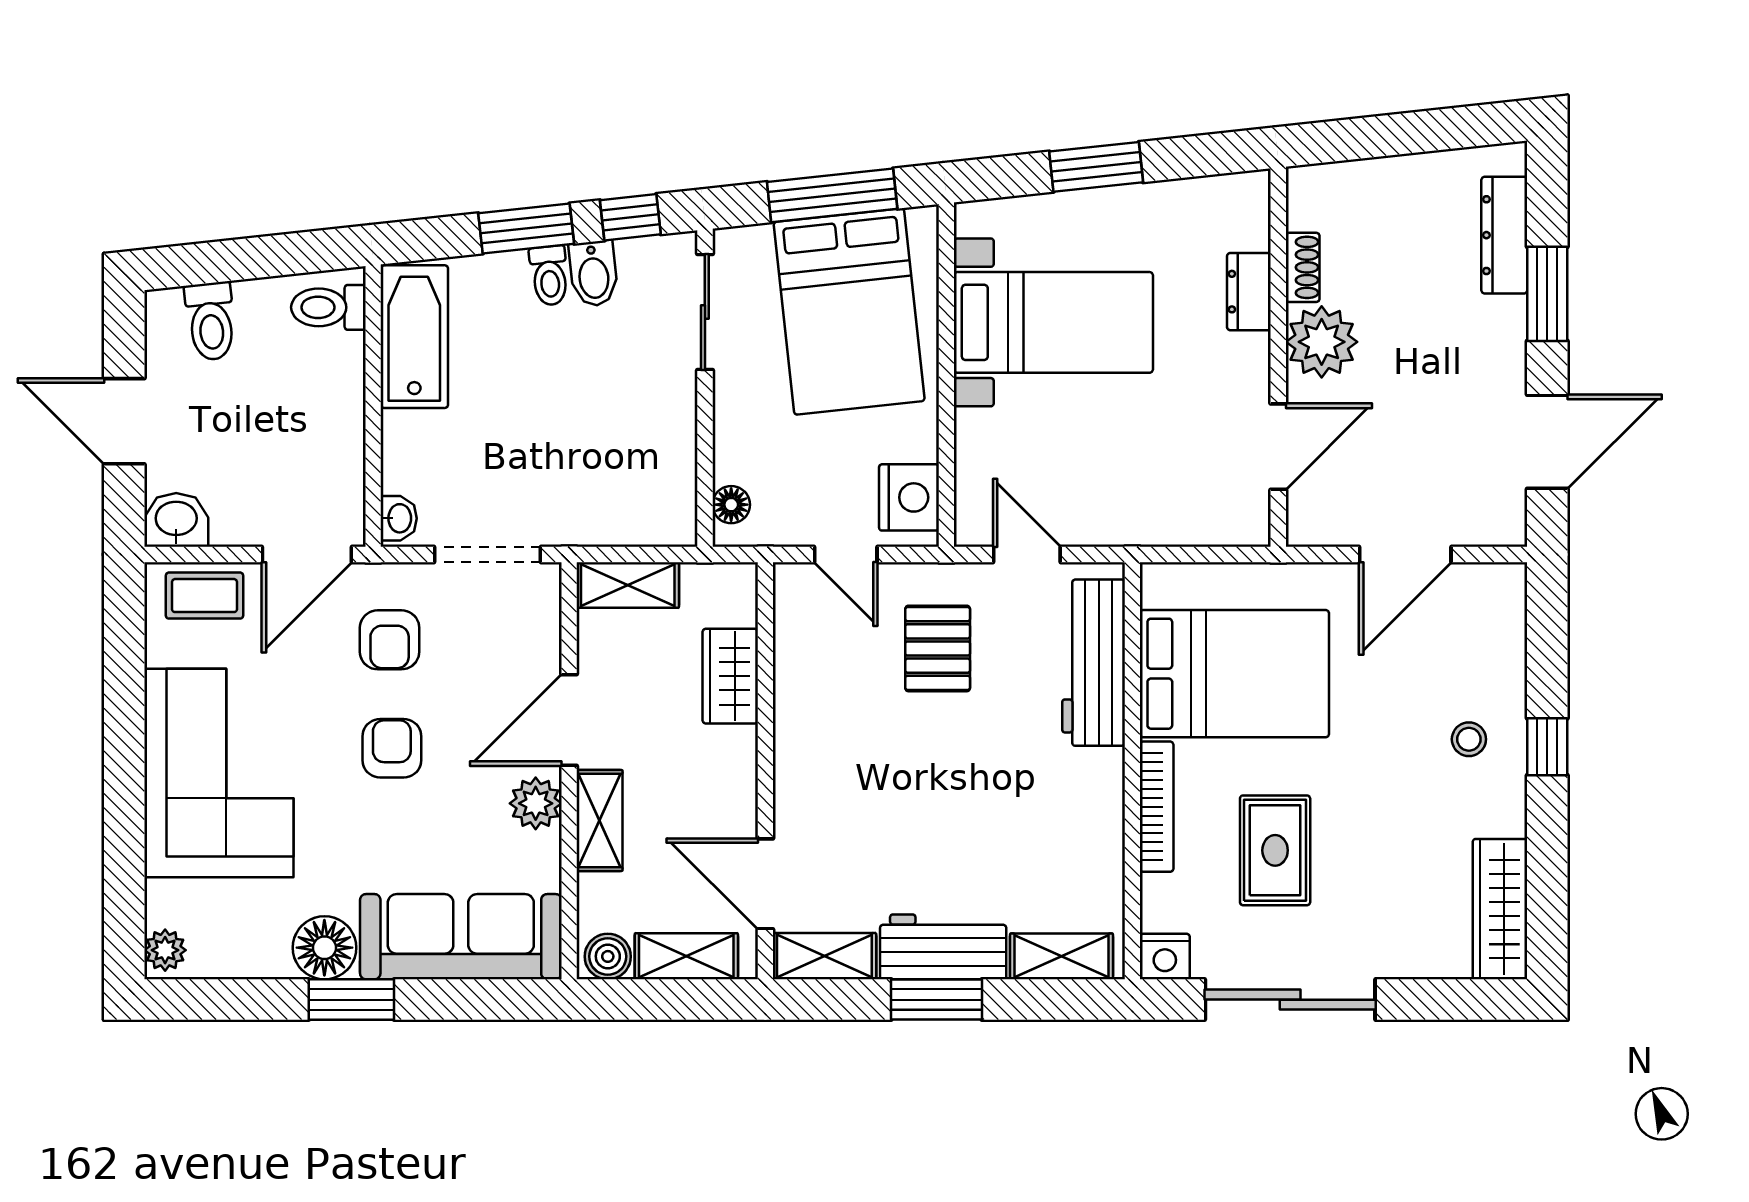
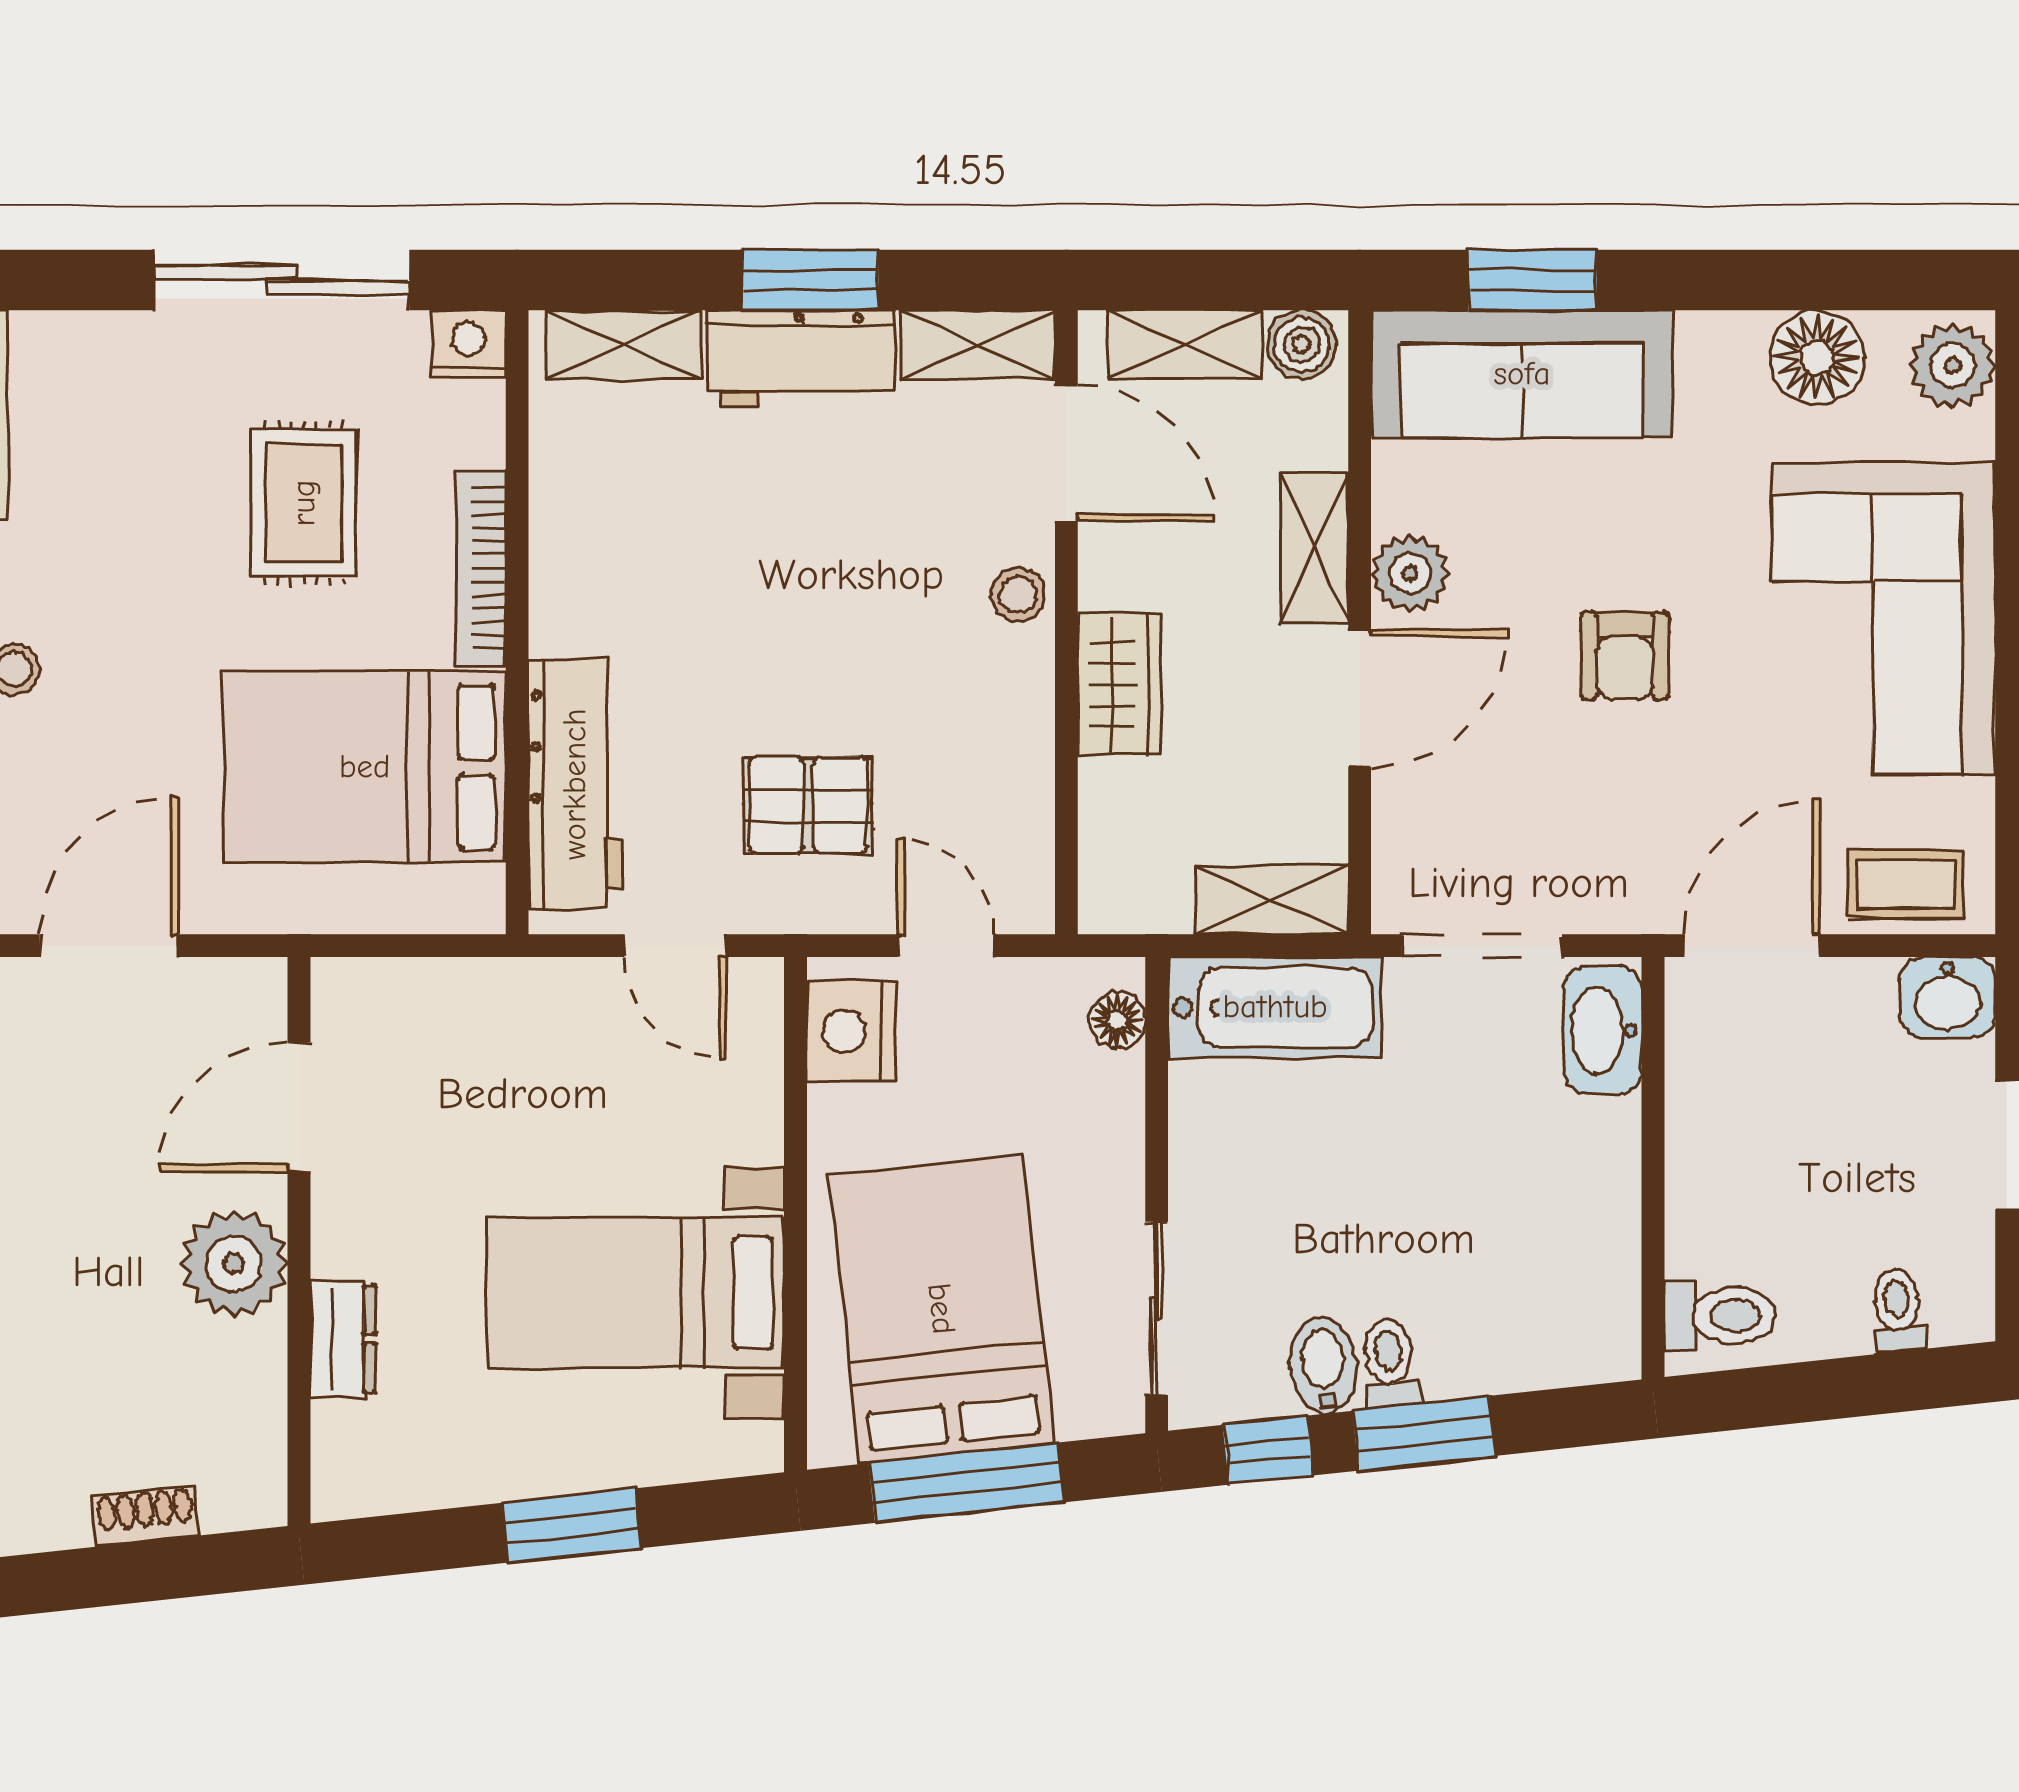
shoe rack: (1303, 267) -> (145, 1516), moved, turned 84
toilet: (211, 321) -> (1898, 1310), width x0.73, depth x0.72
bathtub: (414, 337) -> (1275, 1007), moved, turned -90
washbasin: (399, 518) -> (1603, 1030), width x1.91, depth x1.45
armchair: (390, 640) -> (1628, 818), removed
pallet: (938, 648) -> (809, 805), turned 90
wardrobe: (730, 676) -> (1119, 684), moved
stool: (798, 789) -> (1018, 595), added
floor lamp: (324, 948) -> (1817, 357), moved
plant: (165, 950) -> (1953, 366), width x1.38, depth x1.38
window: (351, 1000) -> (1532, 280), moved

